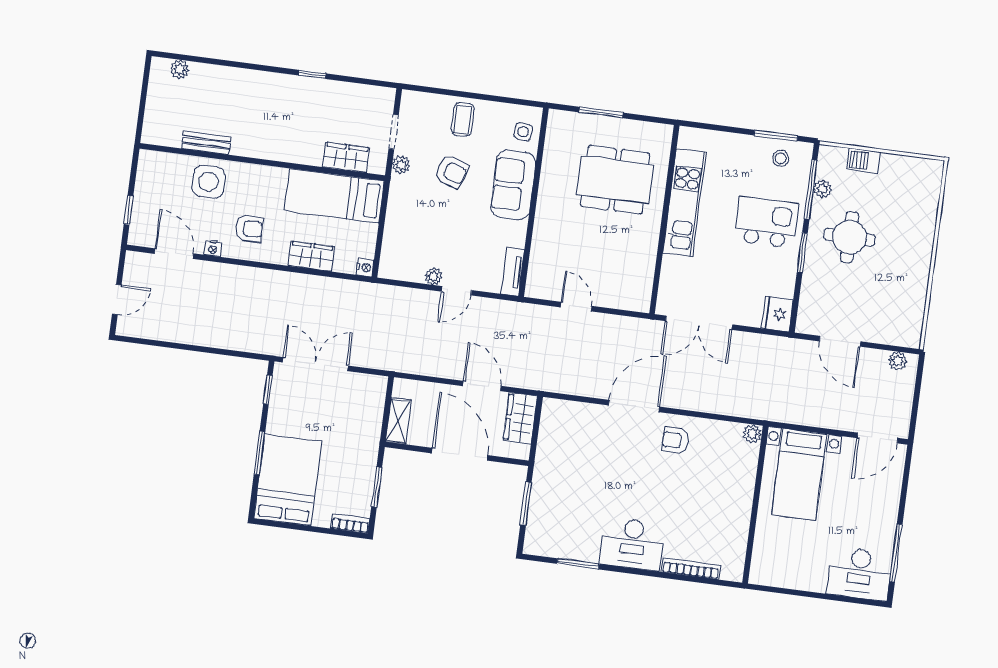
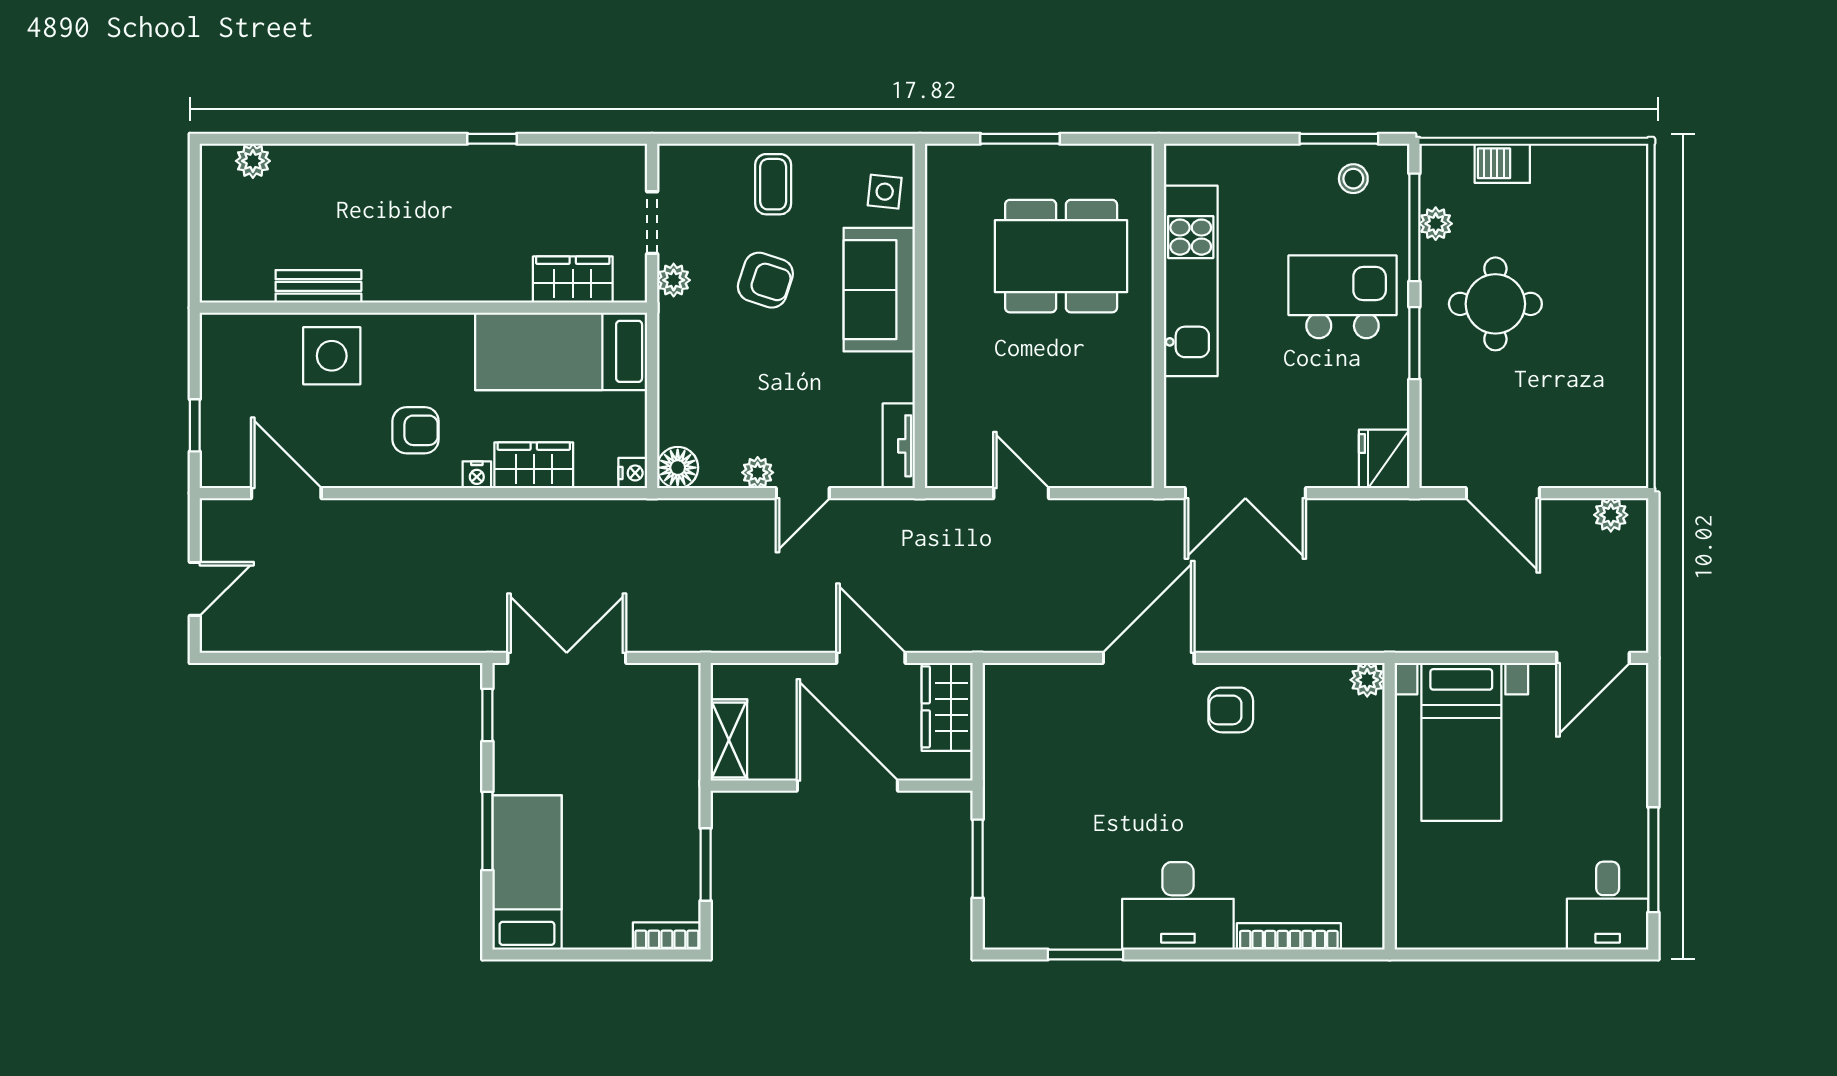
nightstand: (213, 249) -> (477, 475), moved
floor lamp: (390, 268) -> (678, 468), added
bed: (288, 480) -> (527, 872), width x0.67
desk: (859, 574) -> (1608, 906), width x0.73

